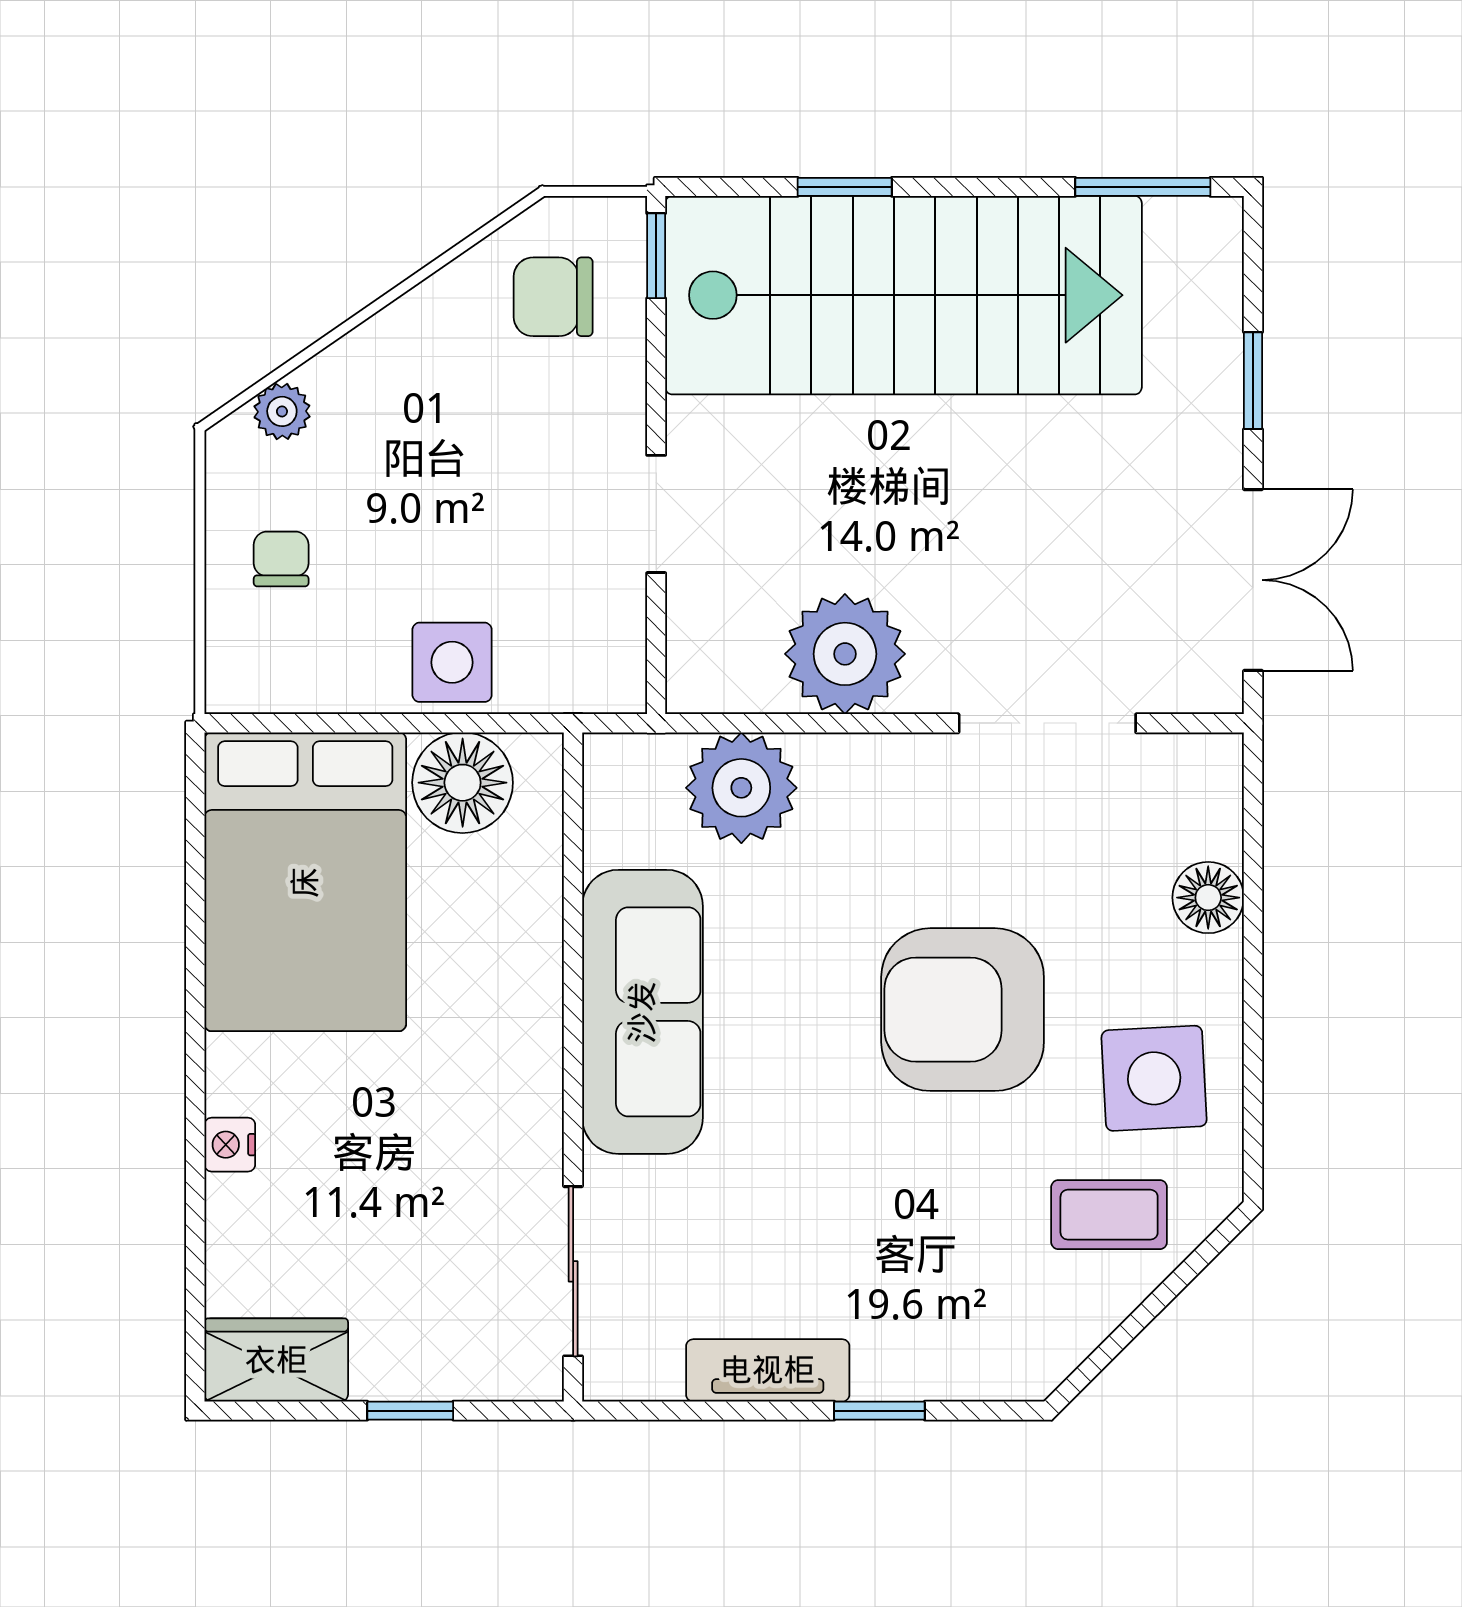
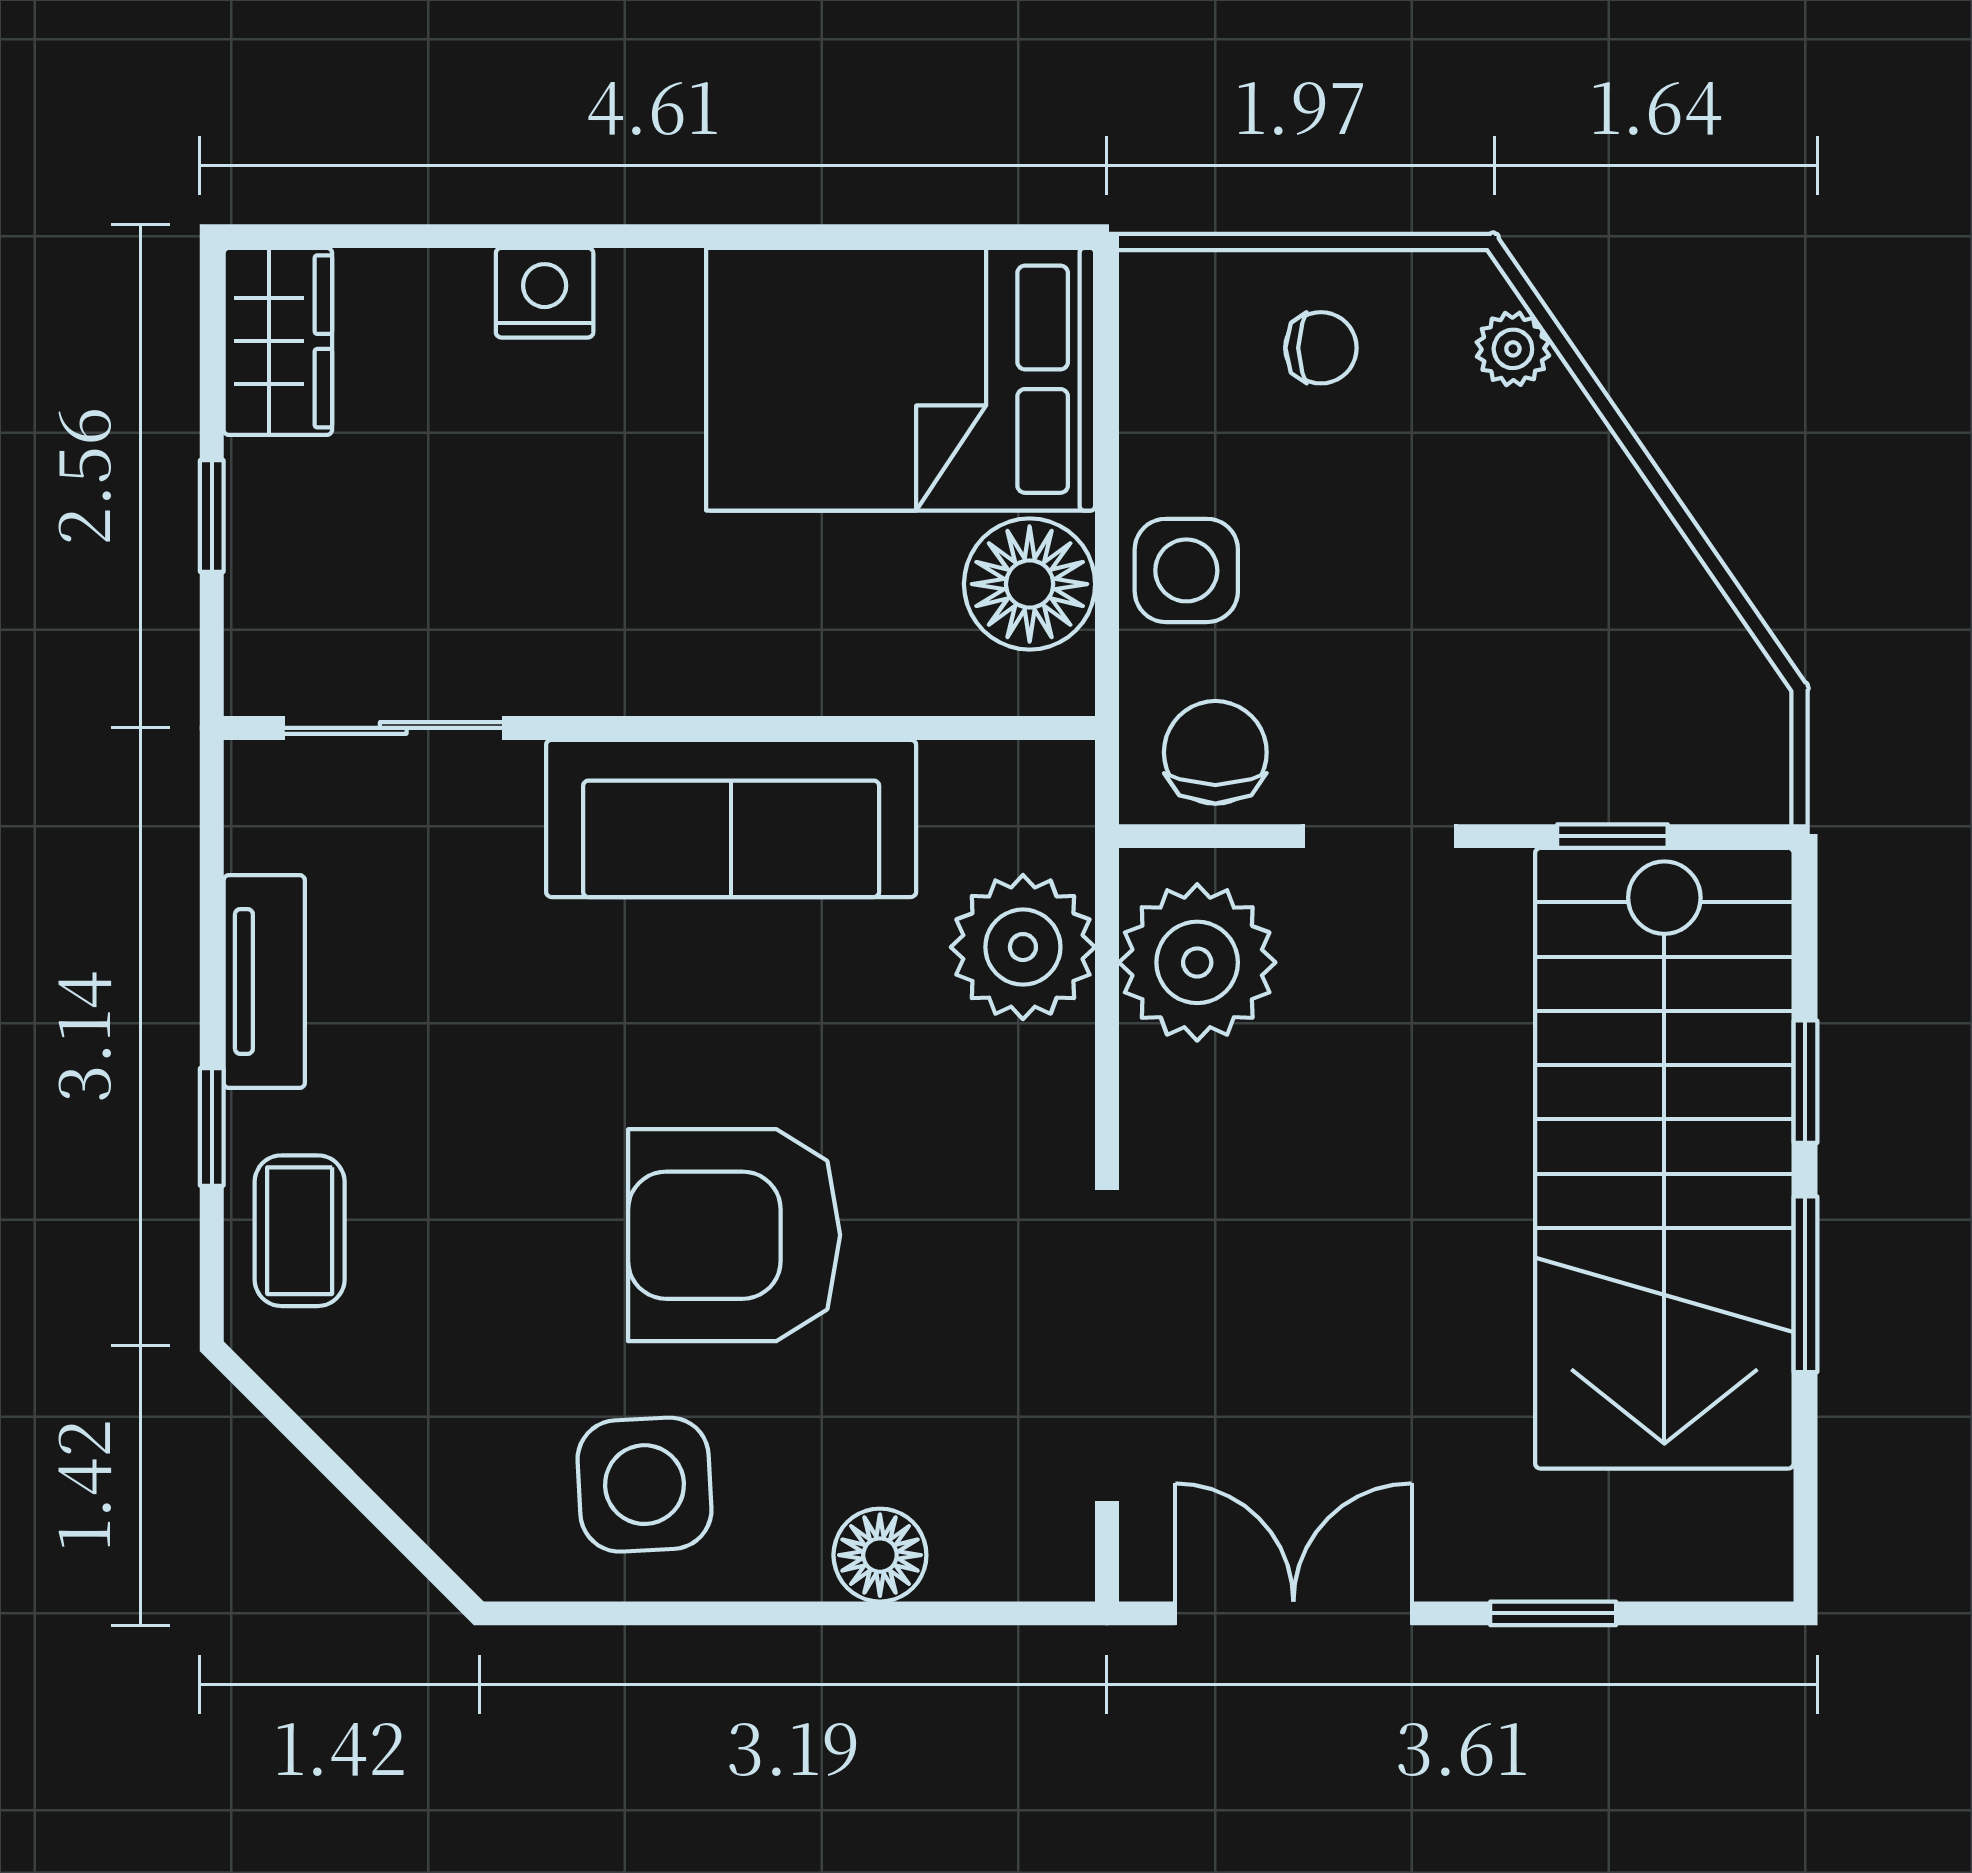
window: (1143, 187) -> (1805, 1284), moved
window: (656, 256) -> (1612, 836), moved
chair: (553, 297) -> (1215, 752), moved
double door: (1253, 580) -> (1293, 1613), swing flipped
plant: (845, 654) -> (1197, 962), moved
doorway: (1047, 723) -> (1107, 1345), width x1.36
armchair: (963, 1010) -> (734, 1235), turned -90
nightstand: (230, 1145) -> (545, 293), width x1.39, depth x1.35
coffee table: (1109, 1215) -> (300, 1231), moved

